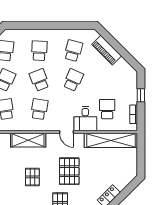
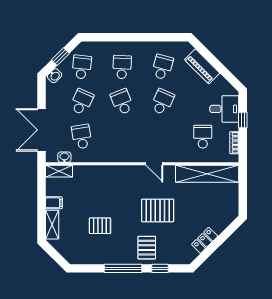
school desk: (39, 109) -> (122, 137), removed
desk: (85, 119) -> (224, 109), moved, turned -90
shelving: (28, 140) -> (109, 173), removed
pallet: (69, 171) -> (158, 210), turned 90
pallet: (32, 177) -> (100, 226), moved, turned 90

